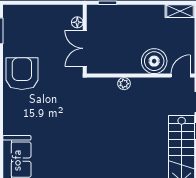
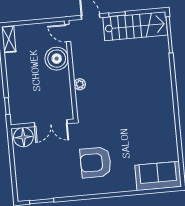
floor lamp: (77, 22) -> (23, 137), width x1.89, depth x1.89
armchair: (22, 74) -> (96, 162), moved

